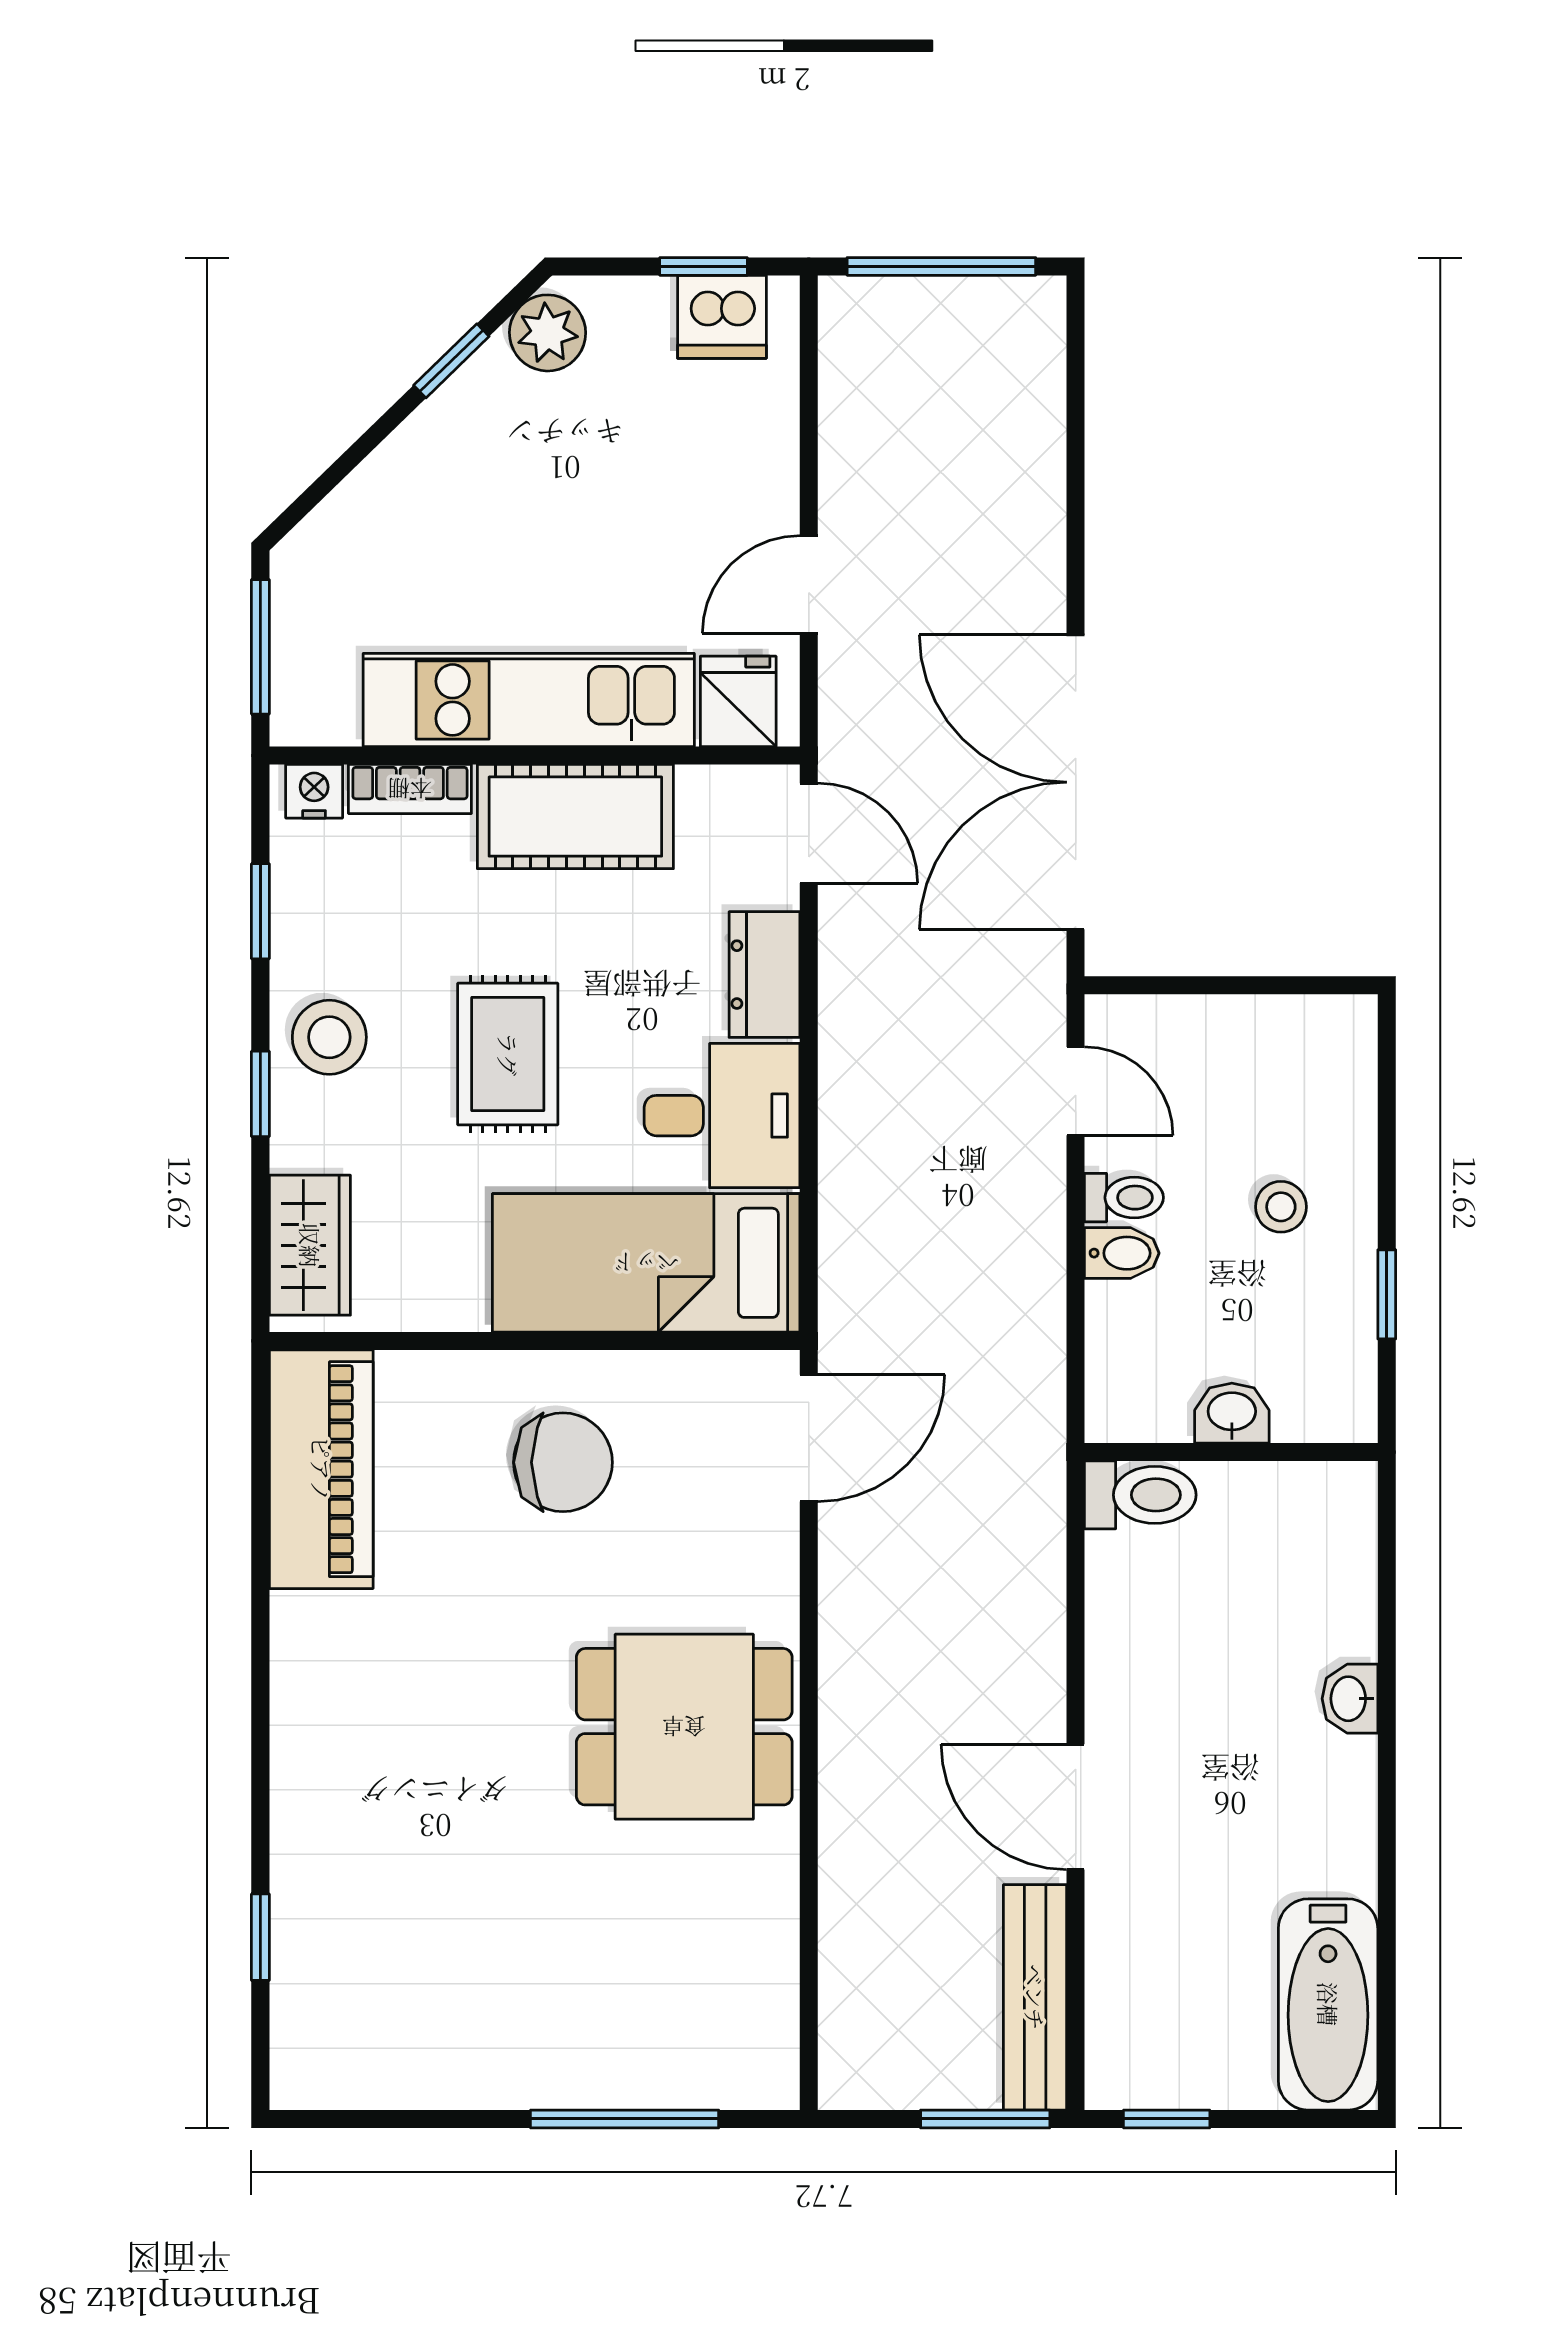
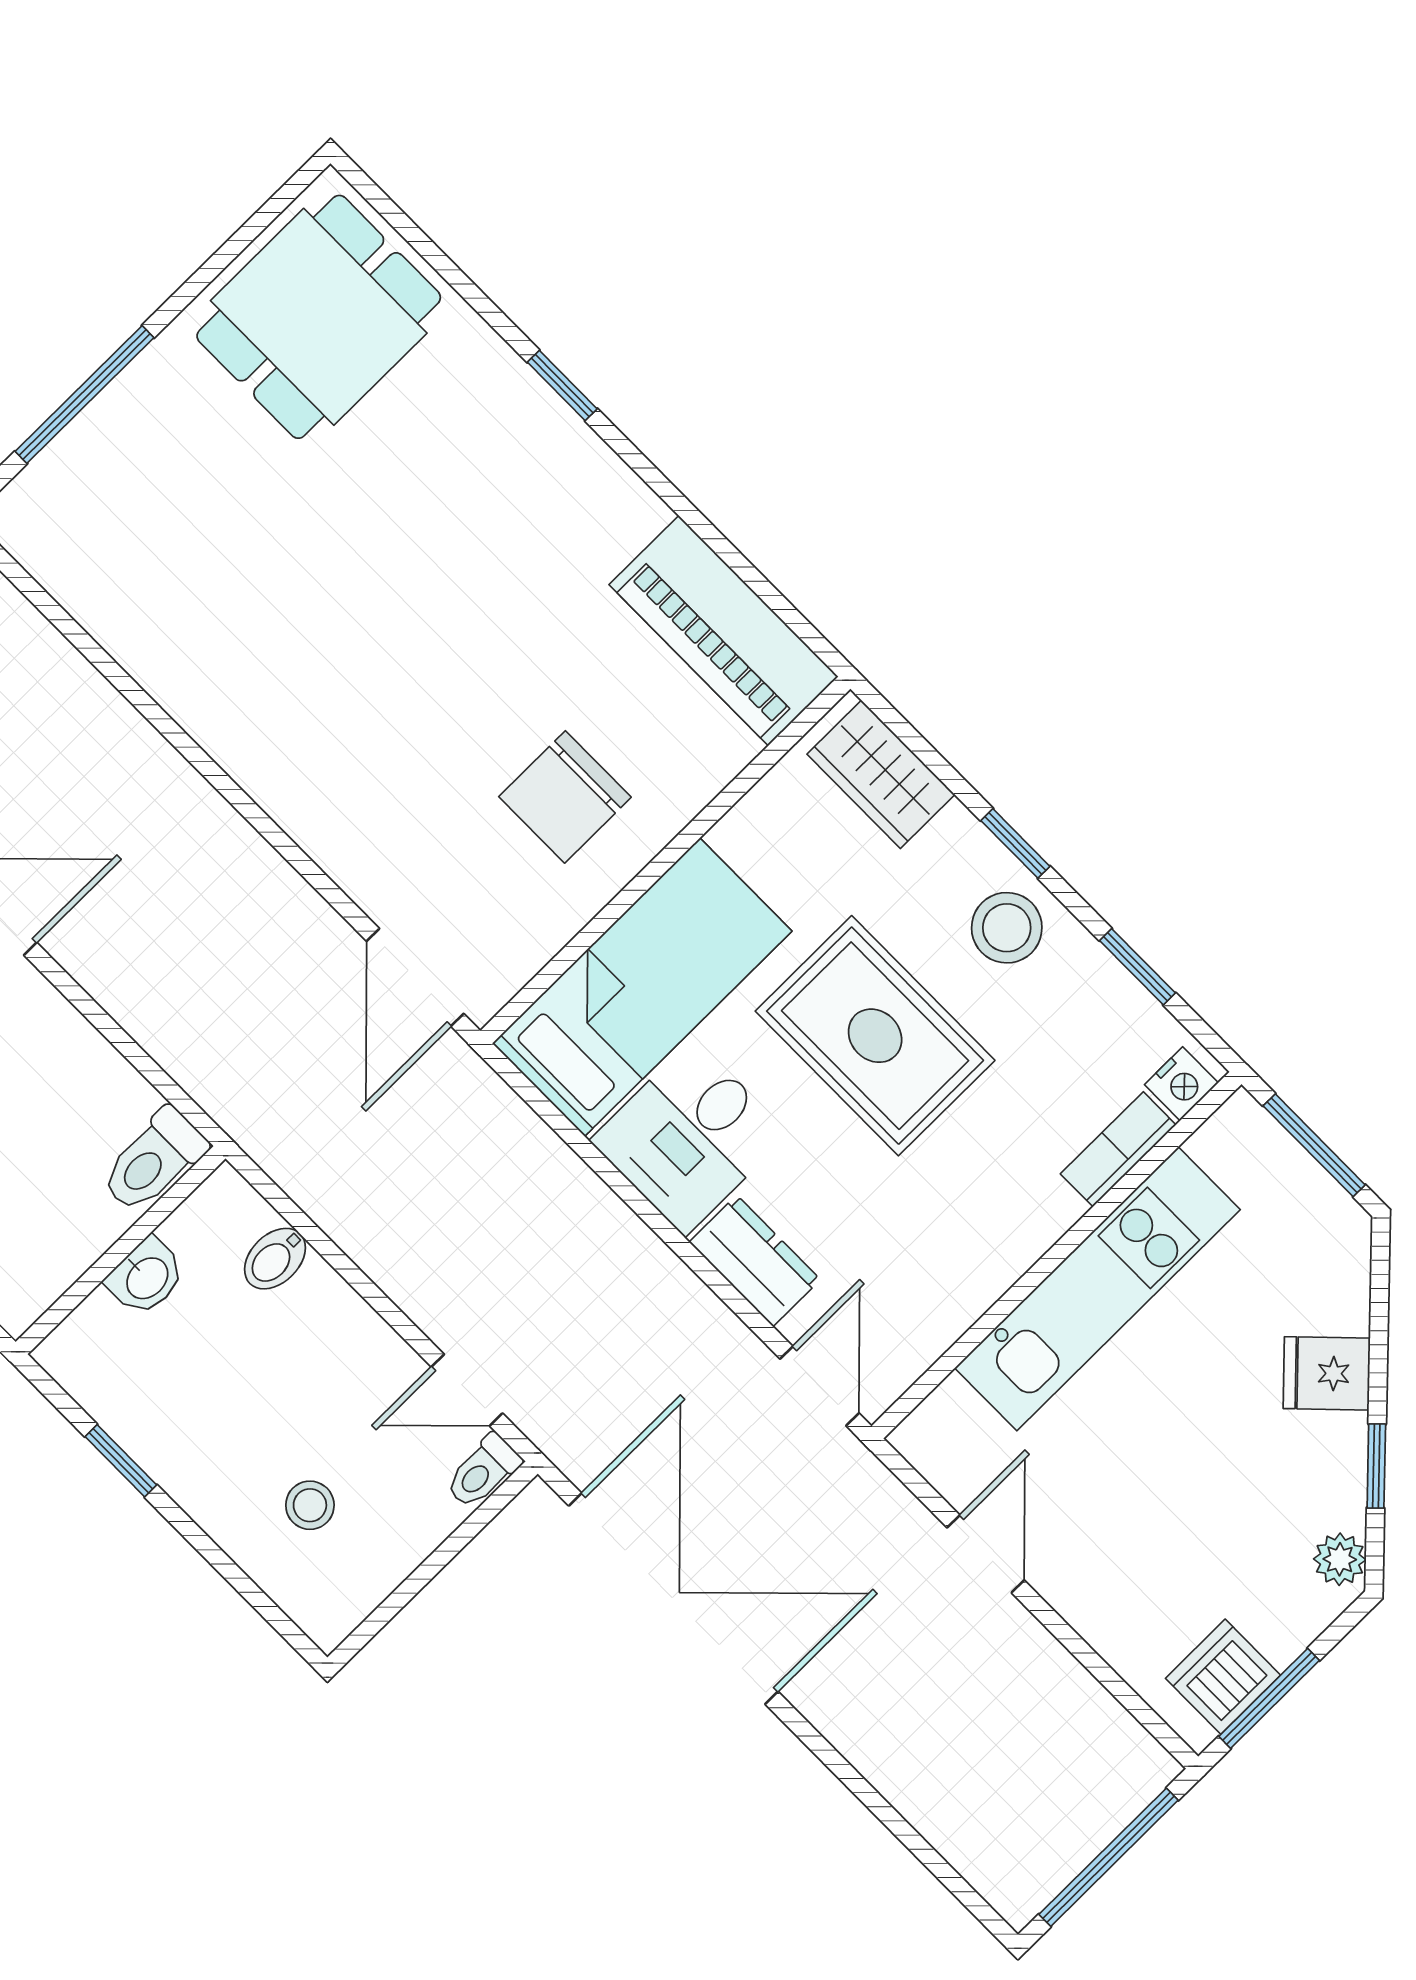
window: (704, 266) -> (1269, 1698), width x1.50
plant: (548, 333) -> (1340, 1559), width x0.73, depth x0.73
fridge: (738, 701) -> (1327, 1373), moved, turned 136
cot: (575, 817) -> (988, 1241), removed
door: (809, 833) -> (819, 1386), swing flipped
rug: (508, 1054) -> (875, 1036), width x1.36, depth x1.43
toilet: (1124, 1198) -> (483, 1471), moved
stool: (1281, 1207) -> (310, 1505), moved
bidet: (1122, 1253) -> (275, 1259), moved
dining table: (684, 1727) -> (319, 317), moved
window: (260, 1937) -> (562, 386), moved

